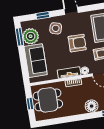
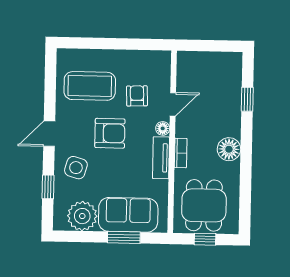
window: (19, 37) -> (124, 237), moved
armchair: (77, 43) -> (110, 133), turned 90
floor lamp: (92, 106) -> (229, 149), moved

